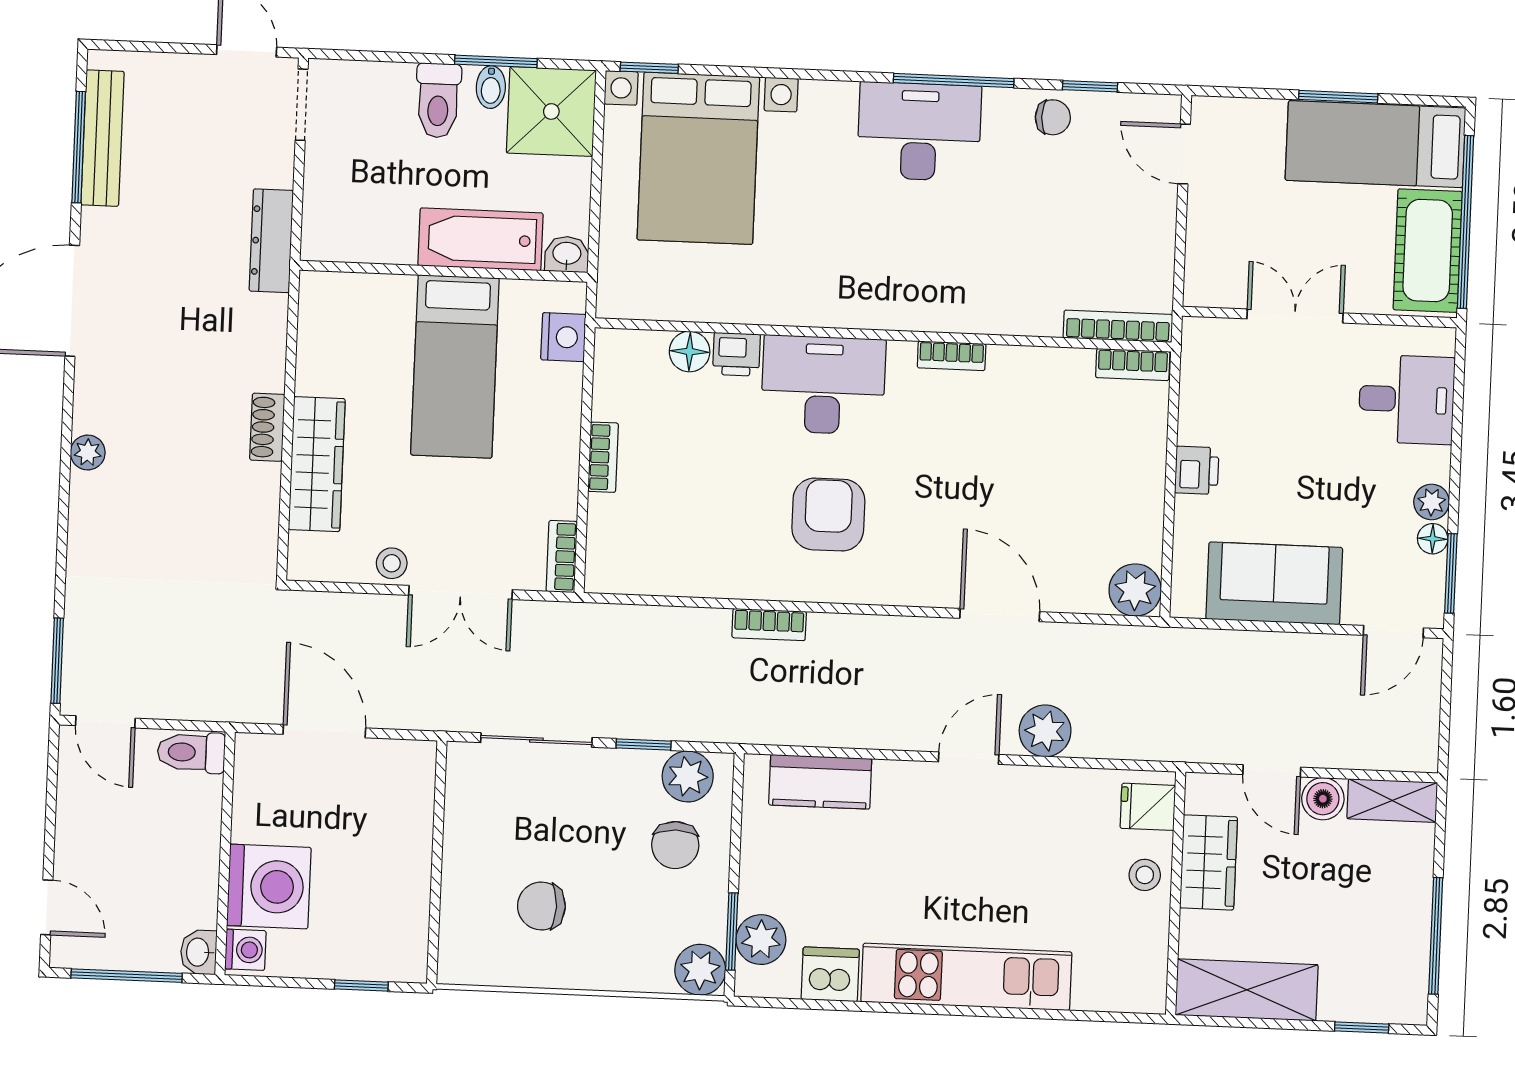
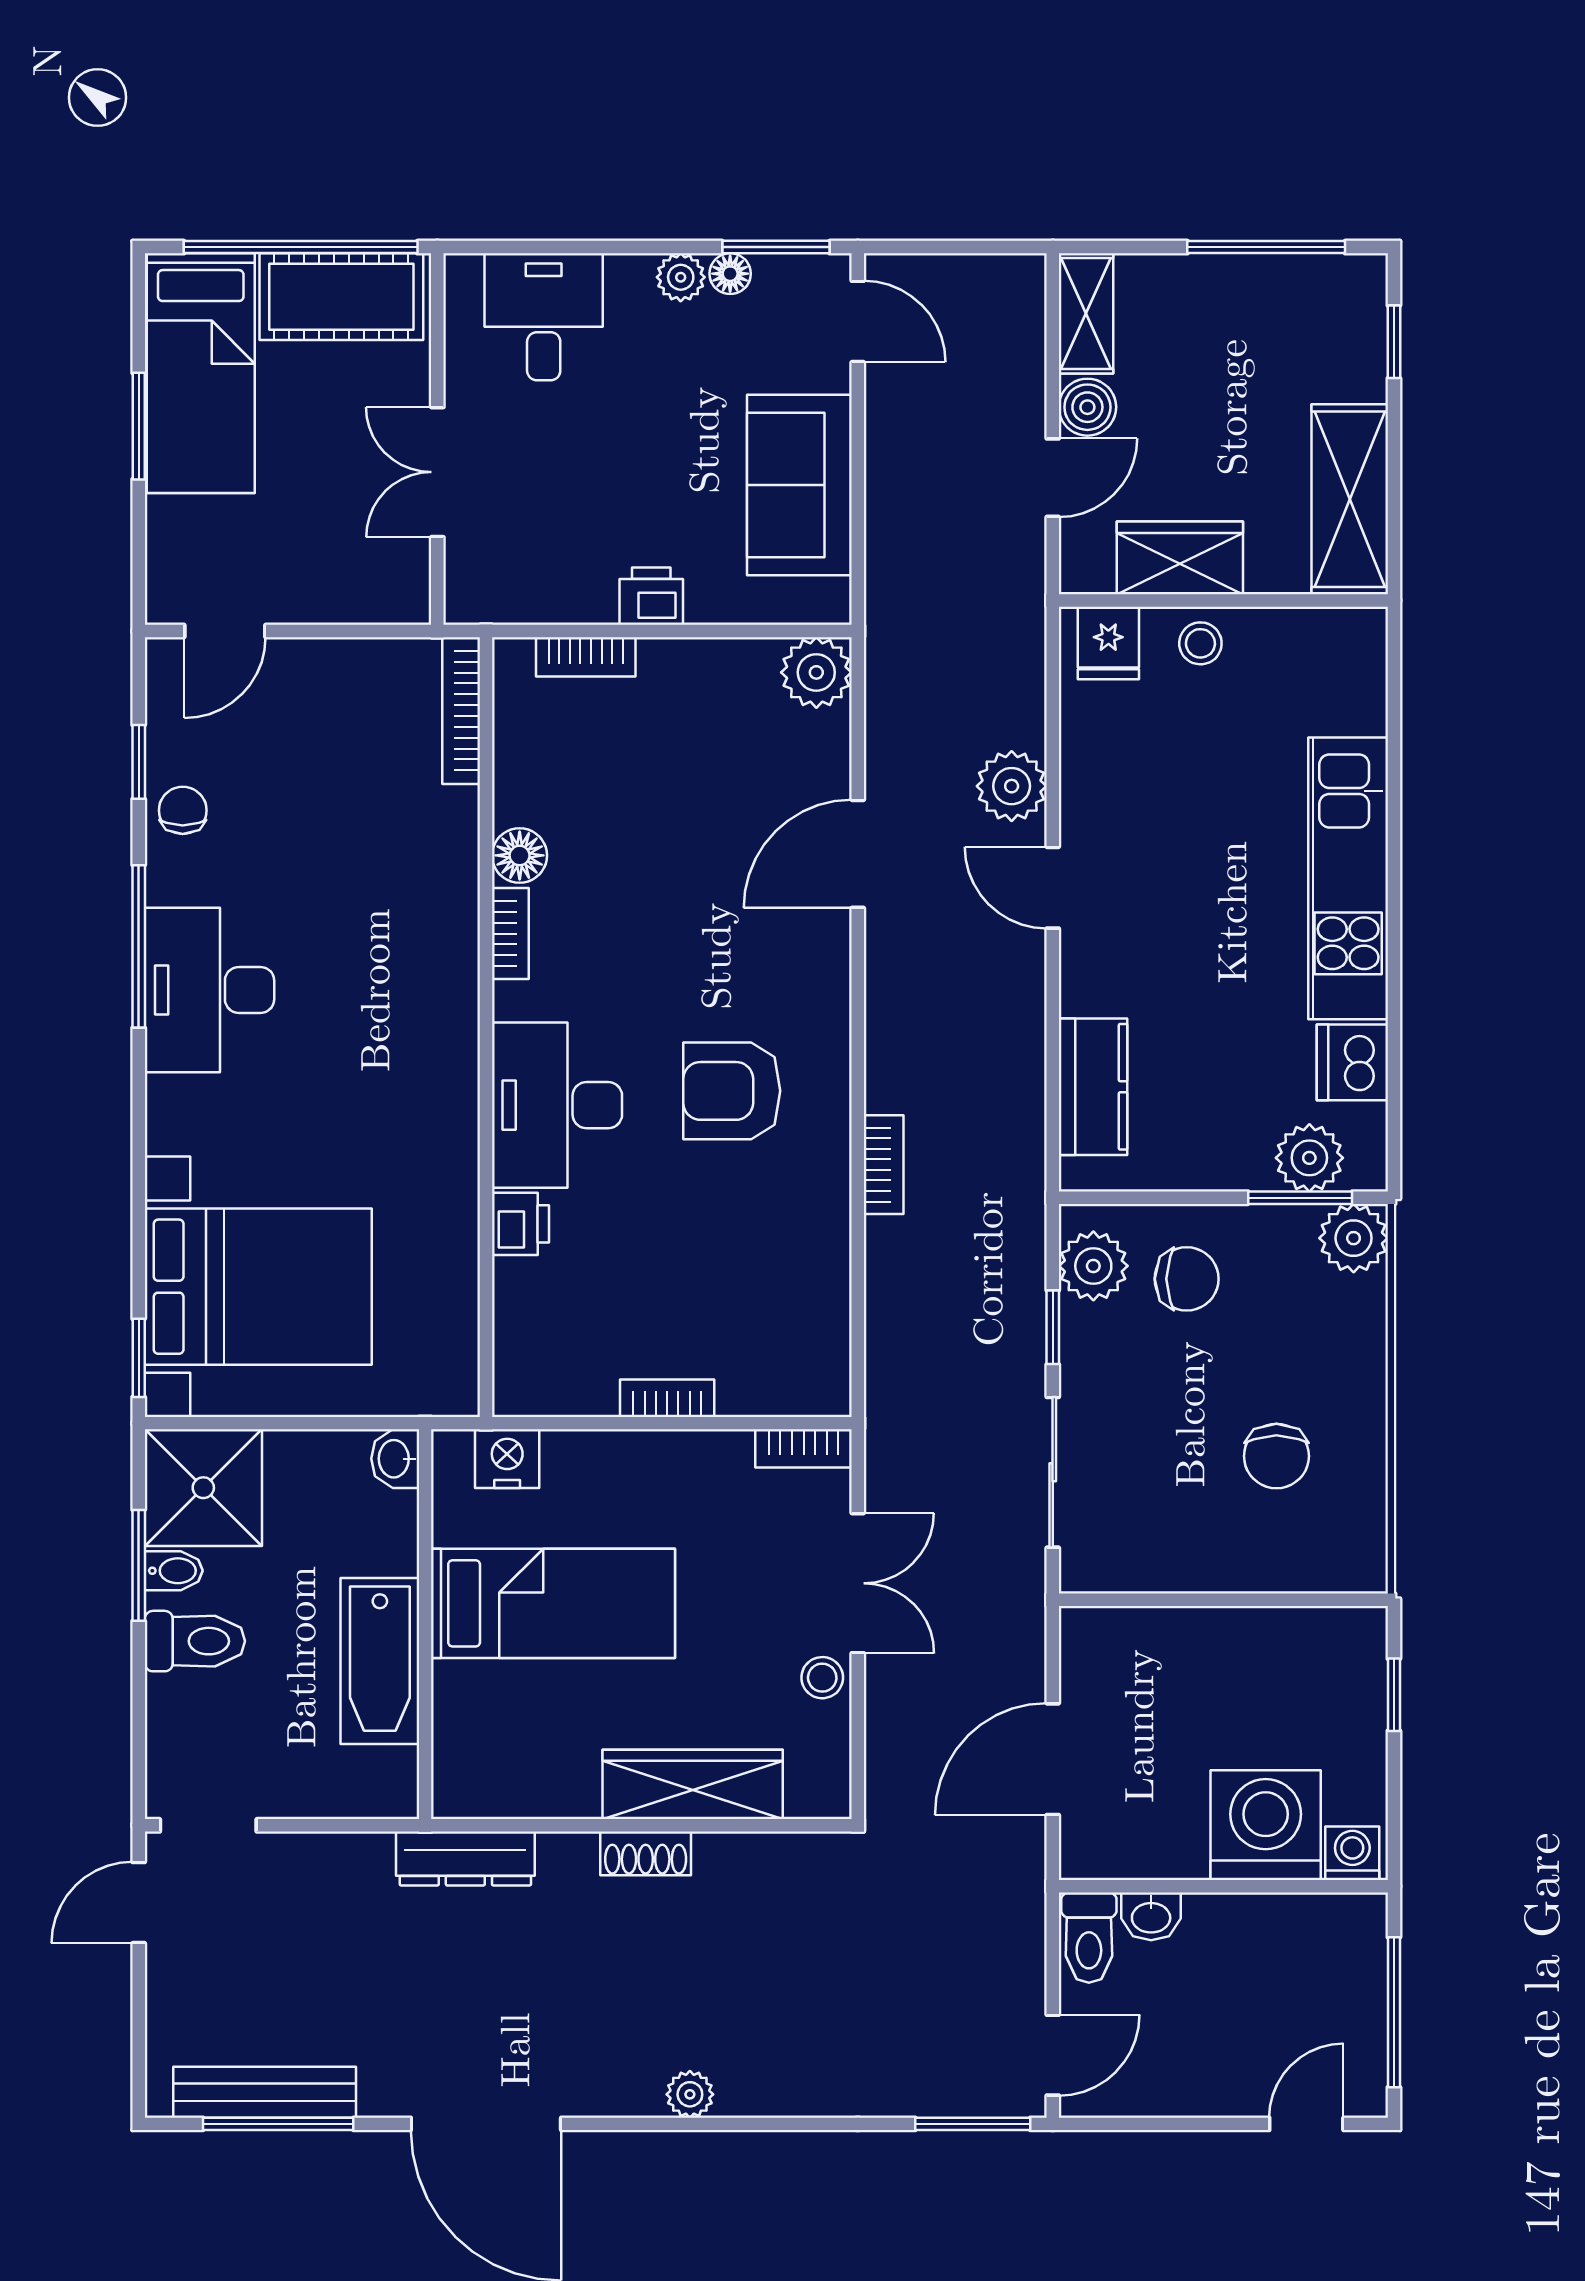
bathtub: (480, 239) -> (380, 1661), moved
dresser: (271, 241) -> (465, 1858), moved
floor lamp: (690, 352) -> (520, 855), moved
bookcase: (1133, 364) -> (586, 657), moved, turned 90
washbasin: (199, 952) -> (1151, 1916), moved

